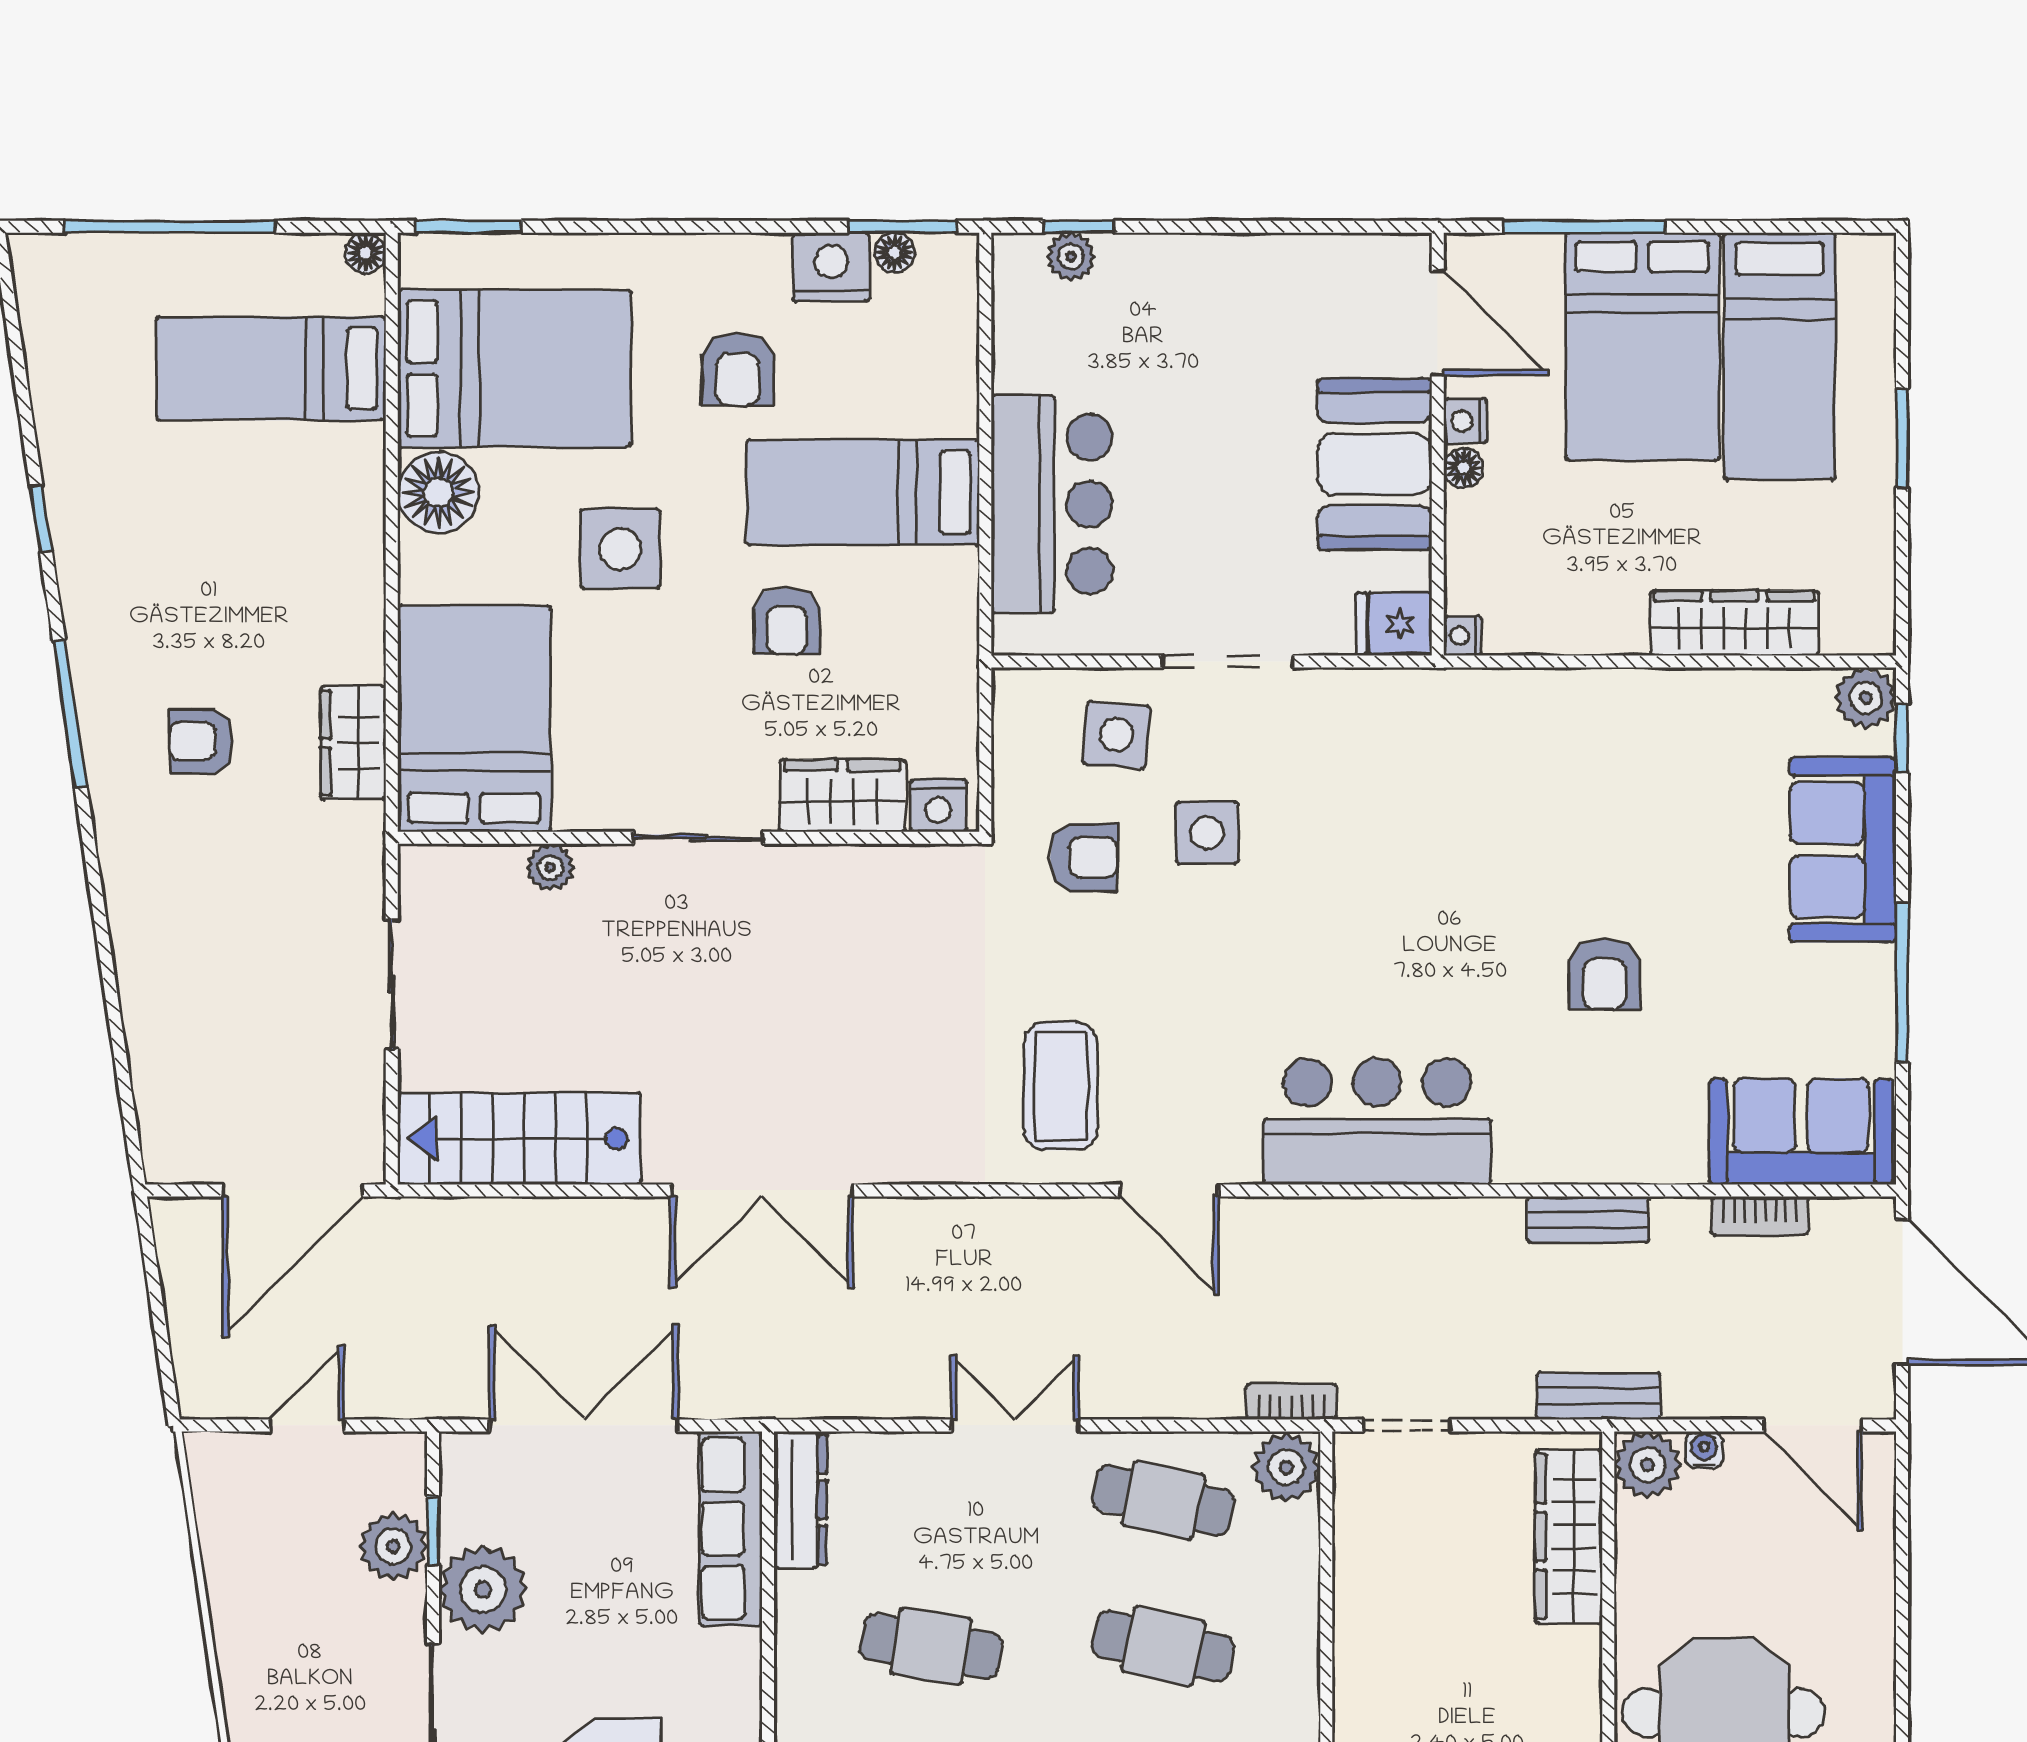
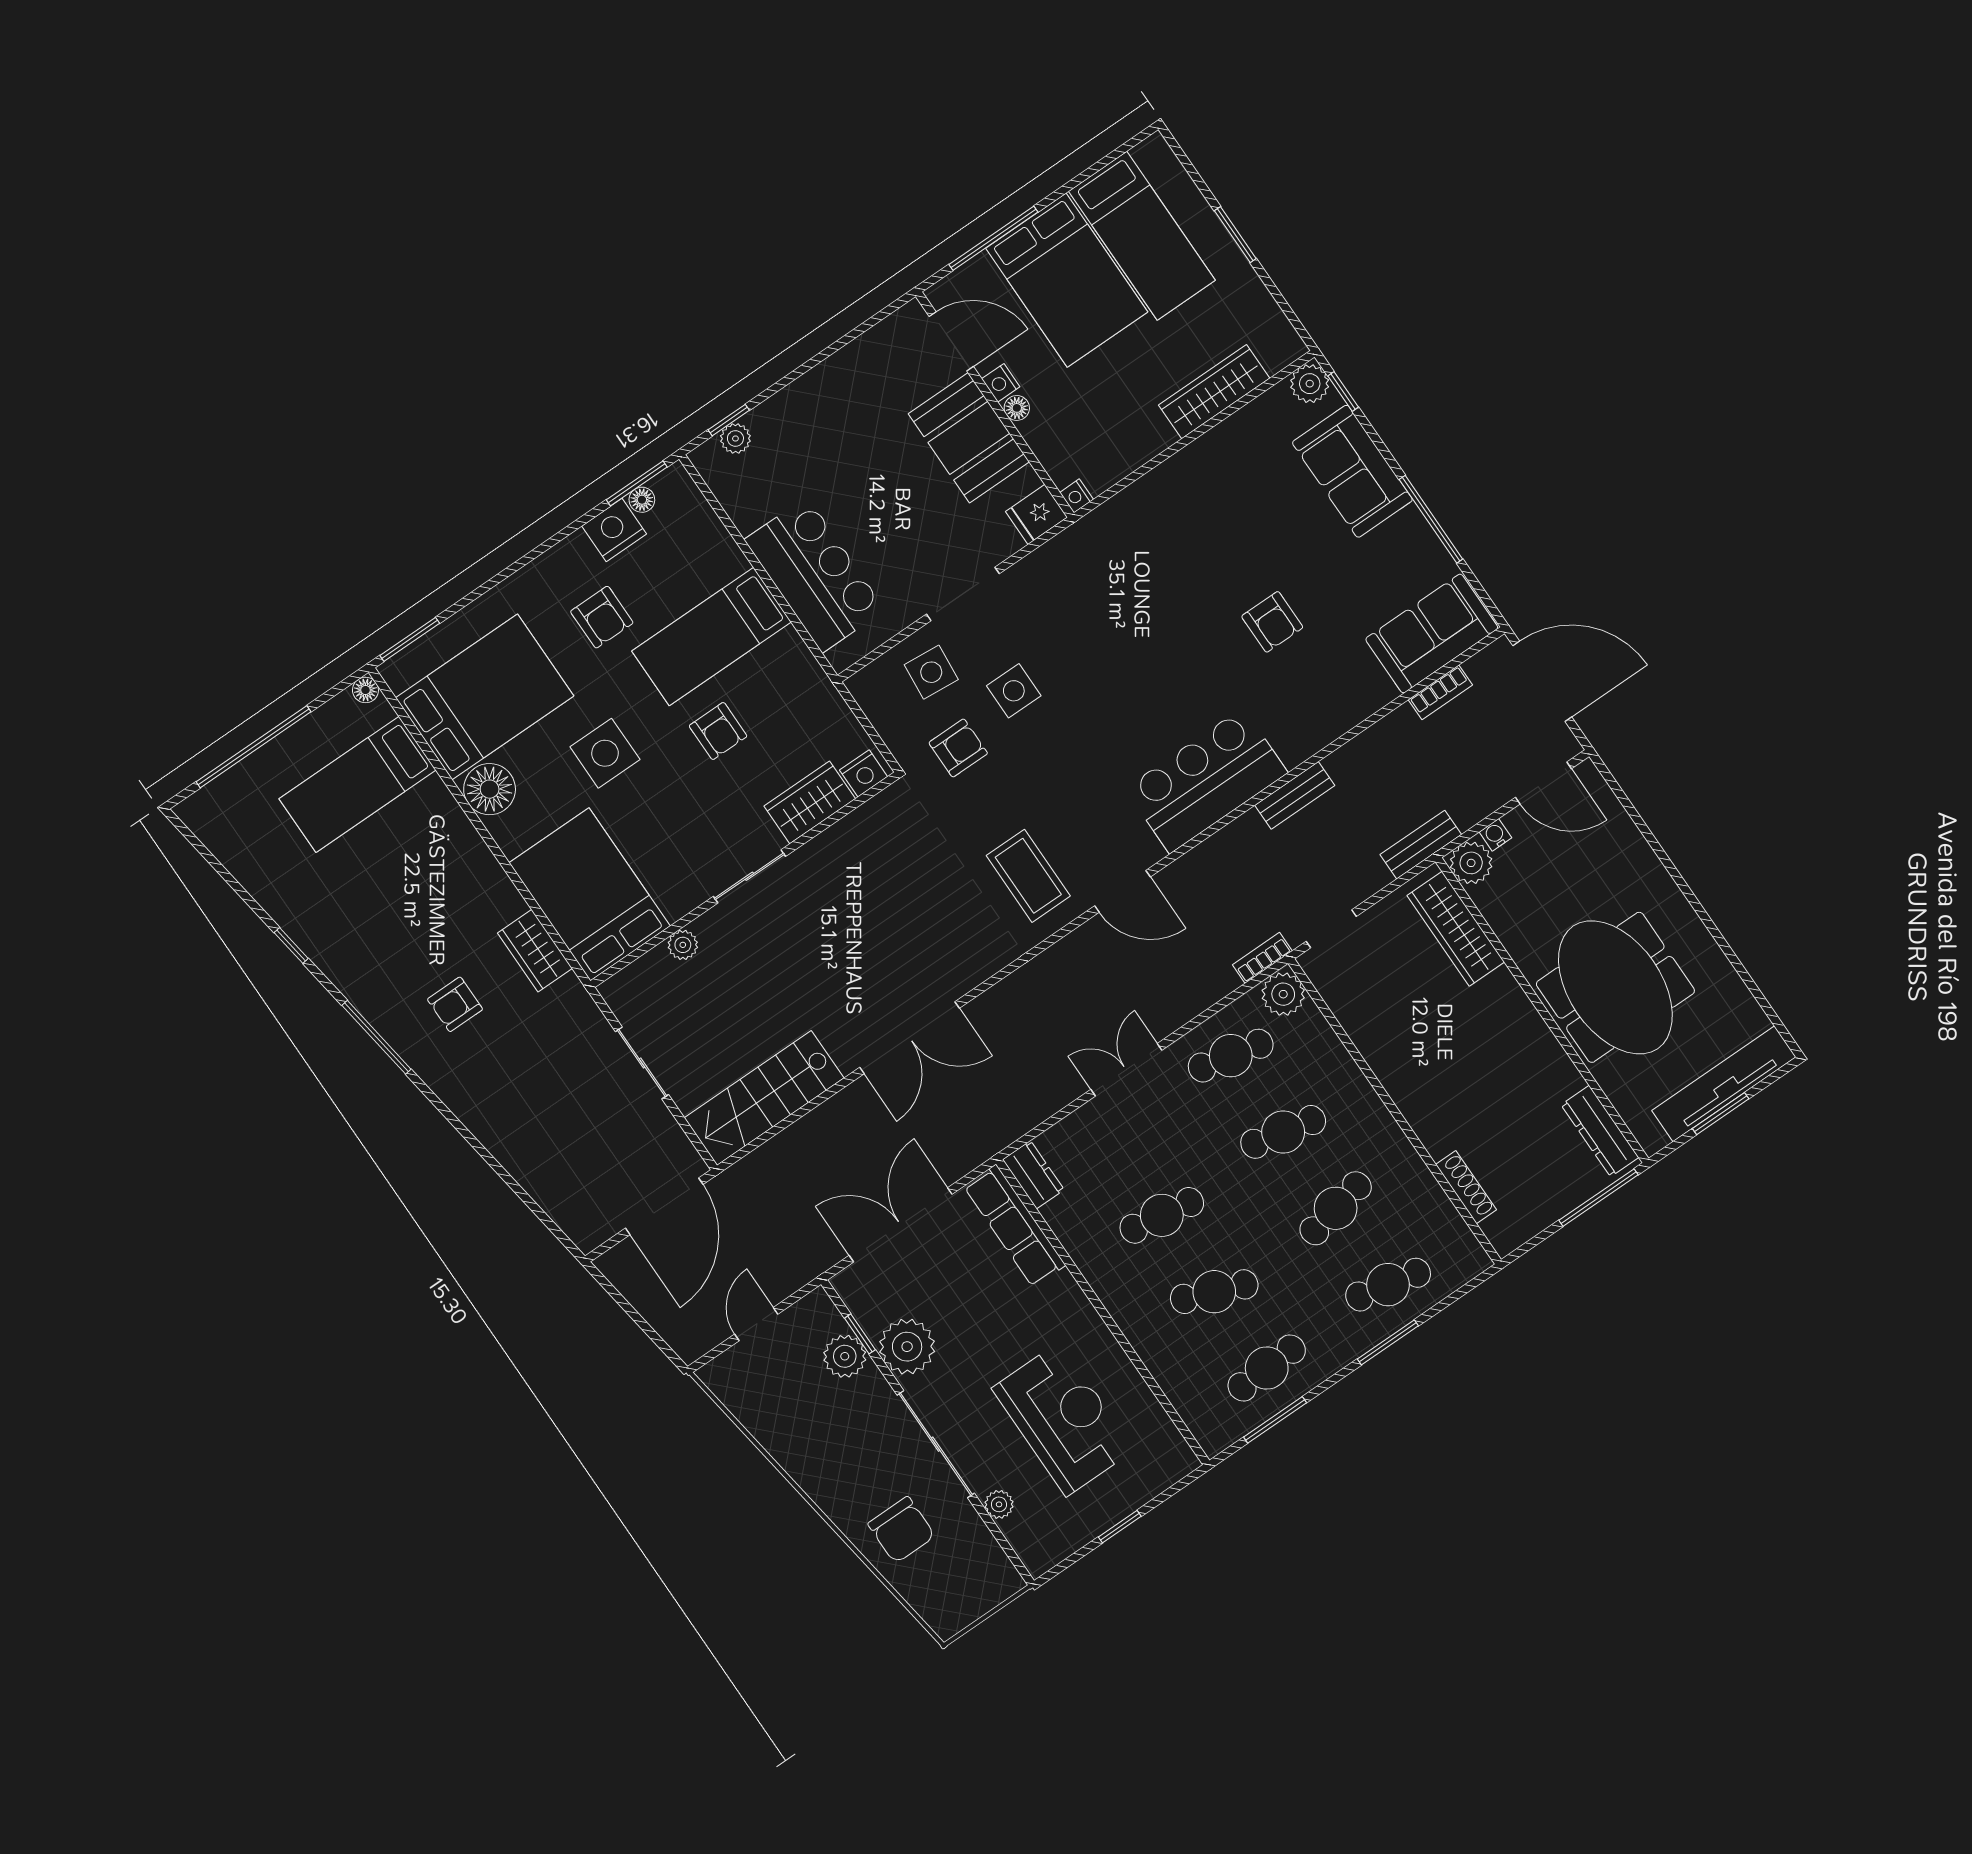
bench: (1588, 1220) -> (1295, 795), moved
dresser: (801, 1500) -> (1033, 1175), width x0.70

